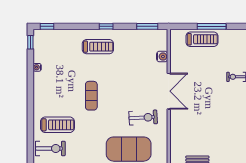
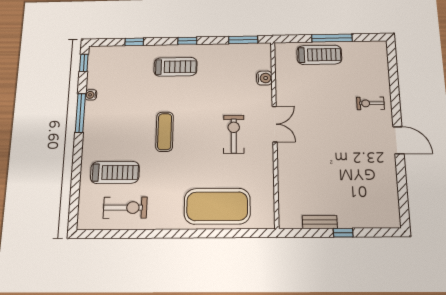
window: (47, 26) -> (134, 42), moved
window: (30, 81) -> (80, 113), added
double door: (169, 91) -> (275, 124), width x0.73
exercise bike: (143, 118) -> (234, 134), moved, turned -87
exercise bike: (50, 148) -> (125, 208), moved

